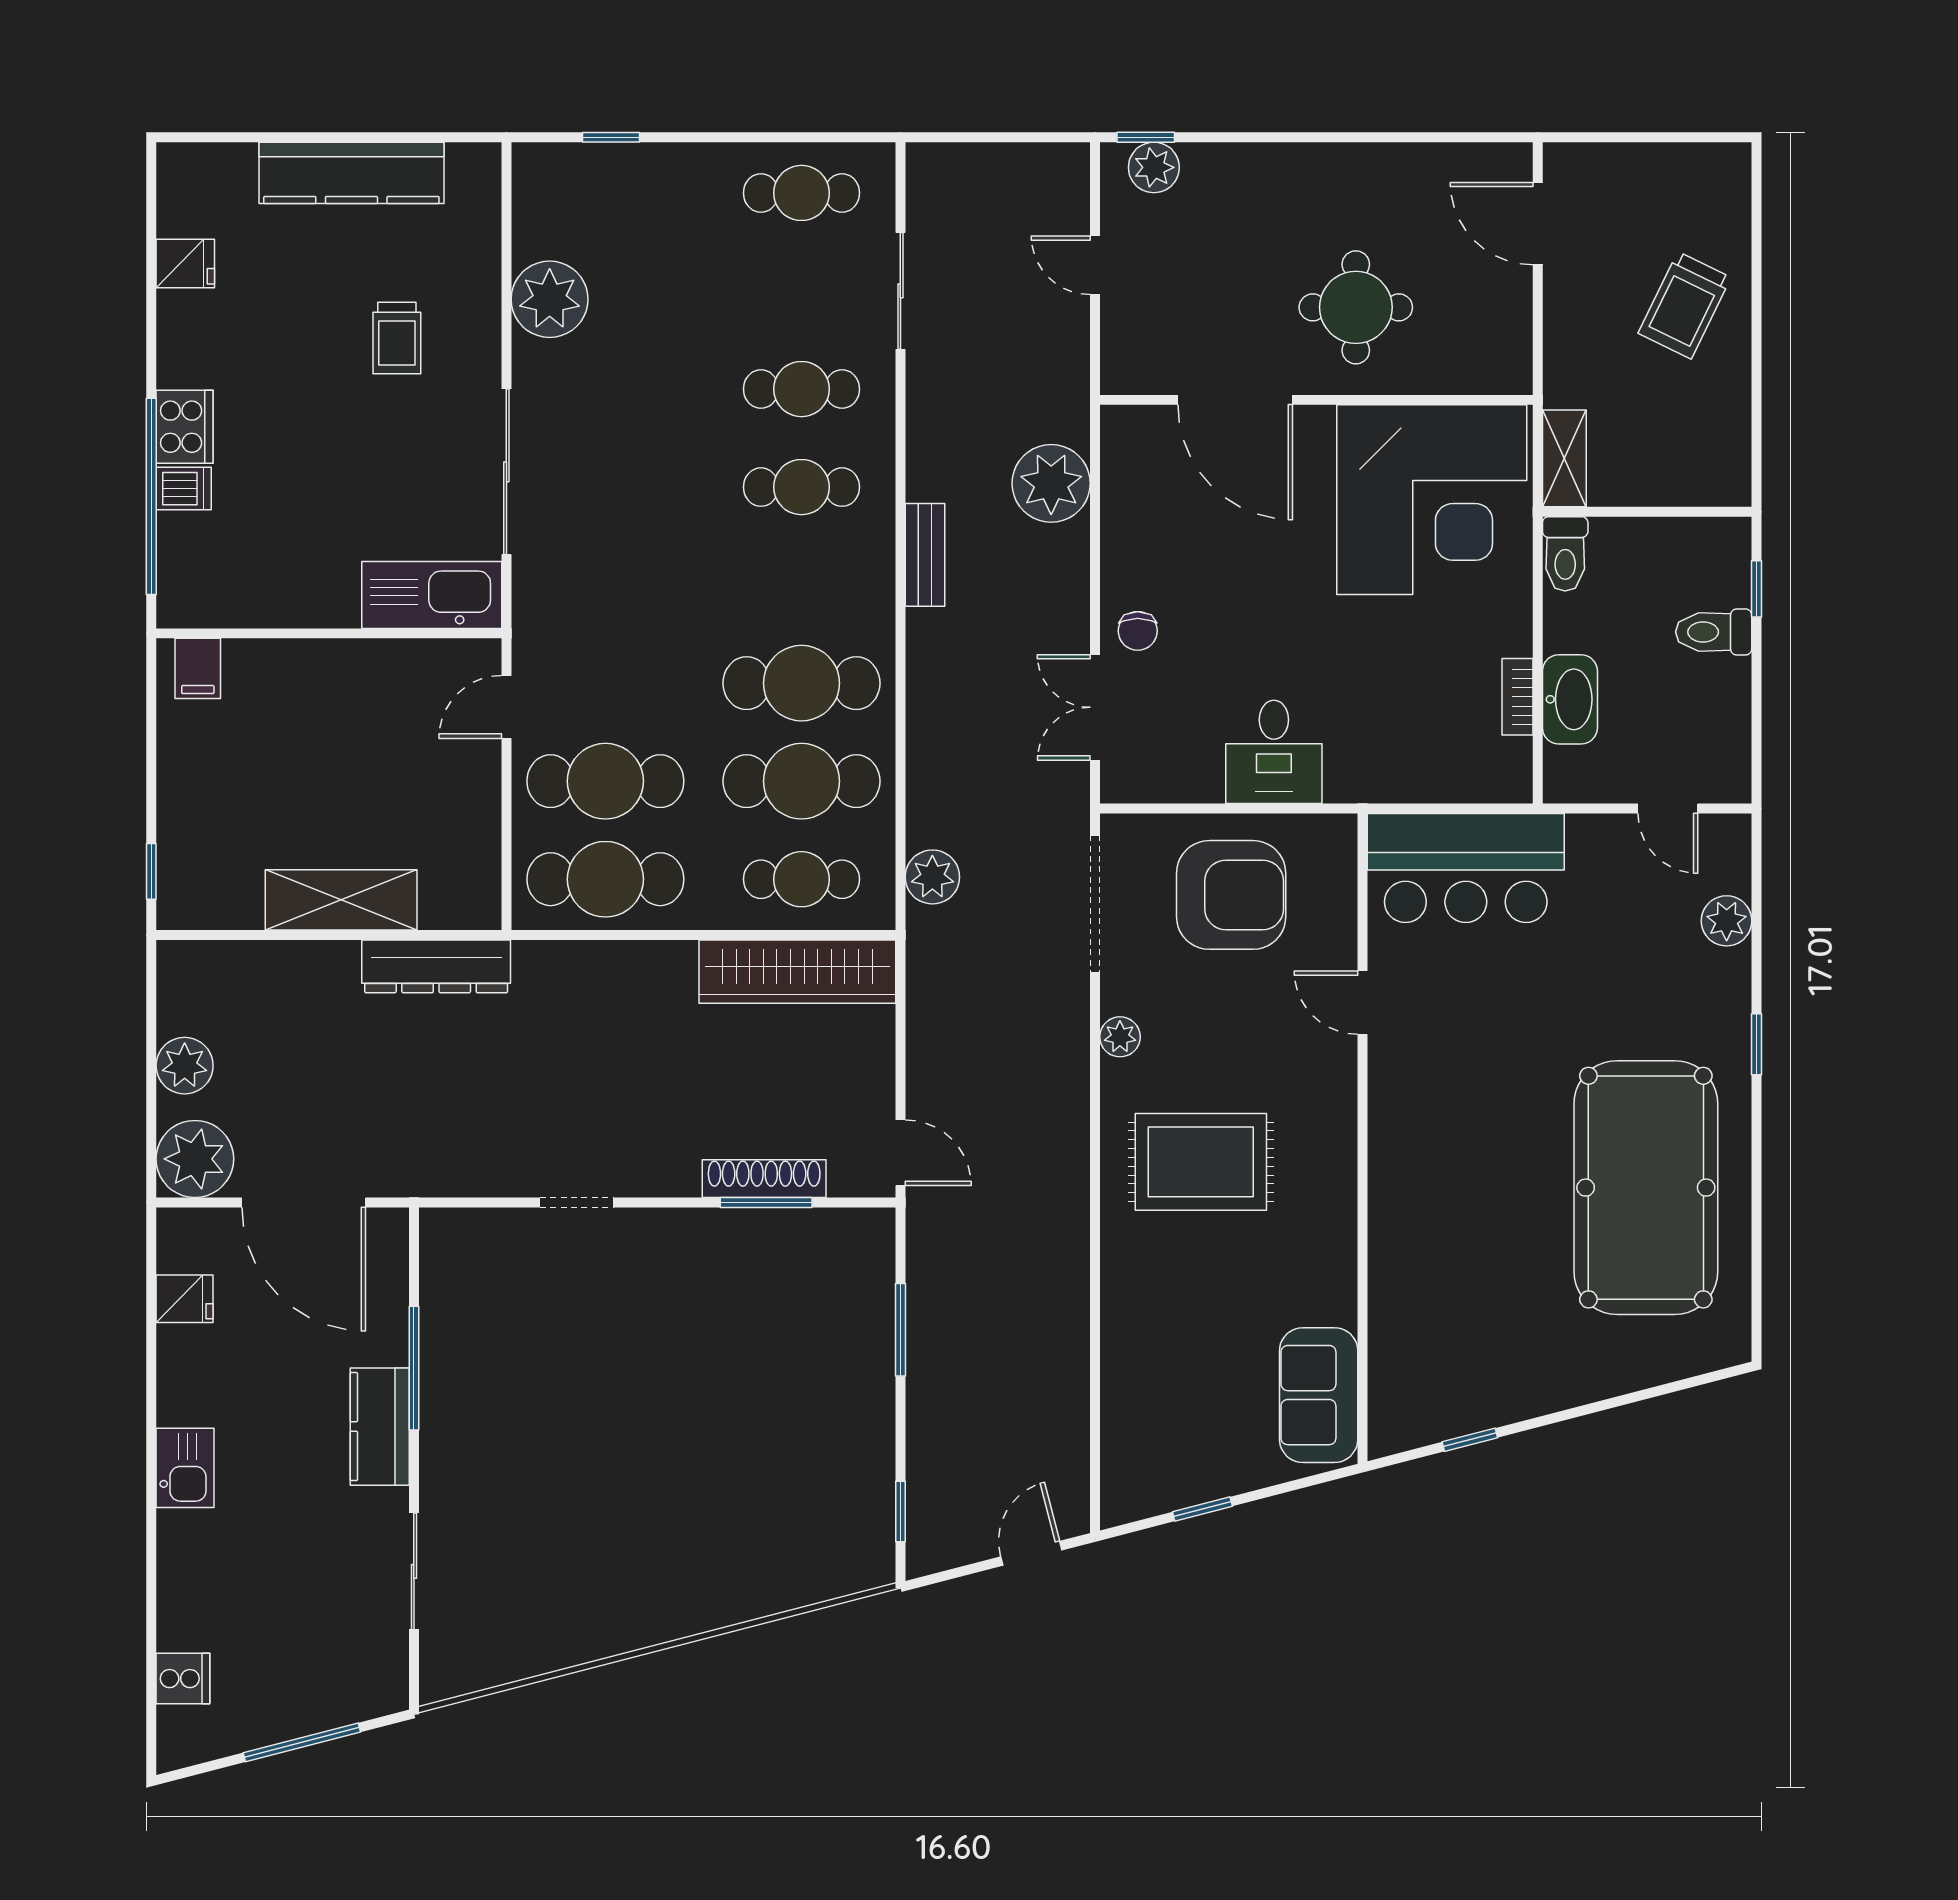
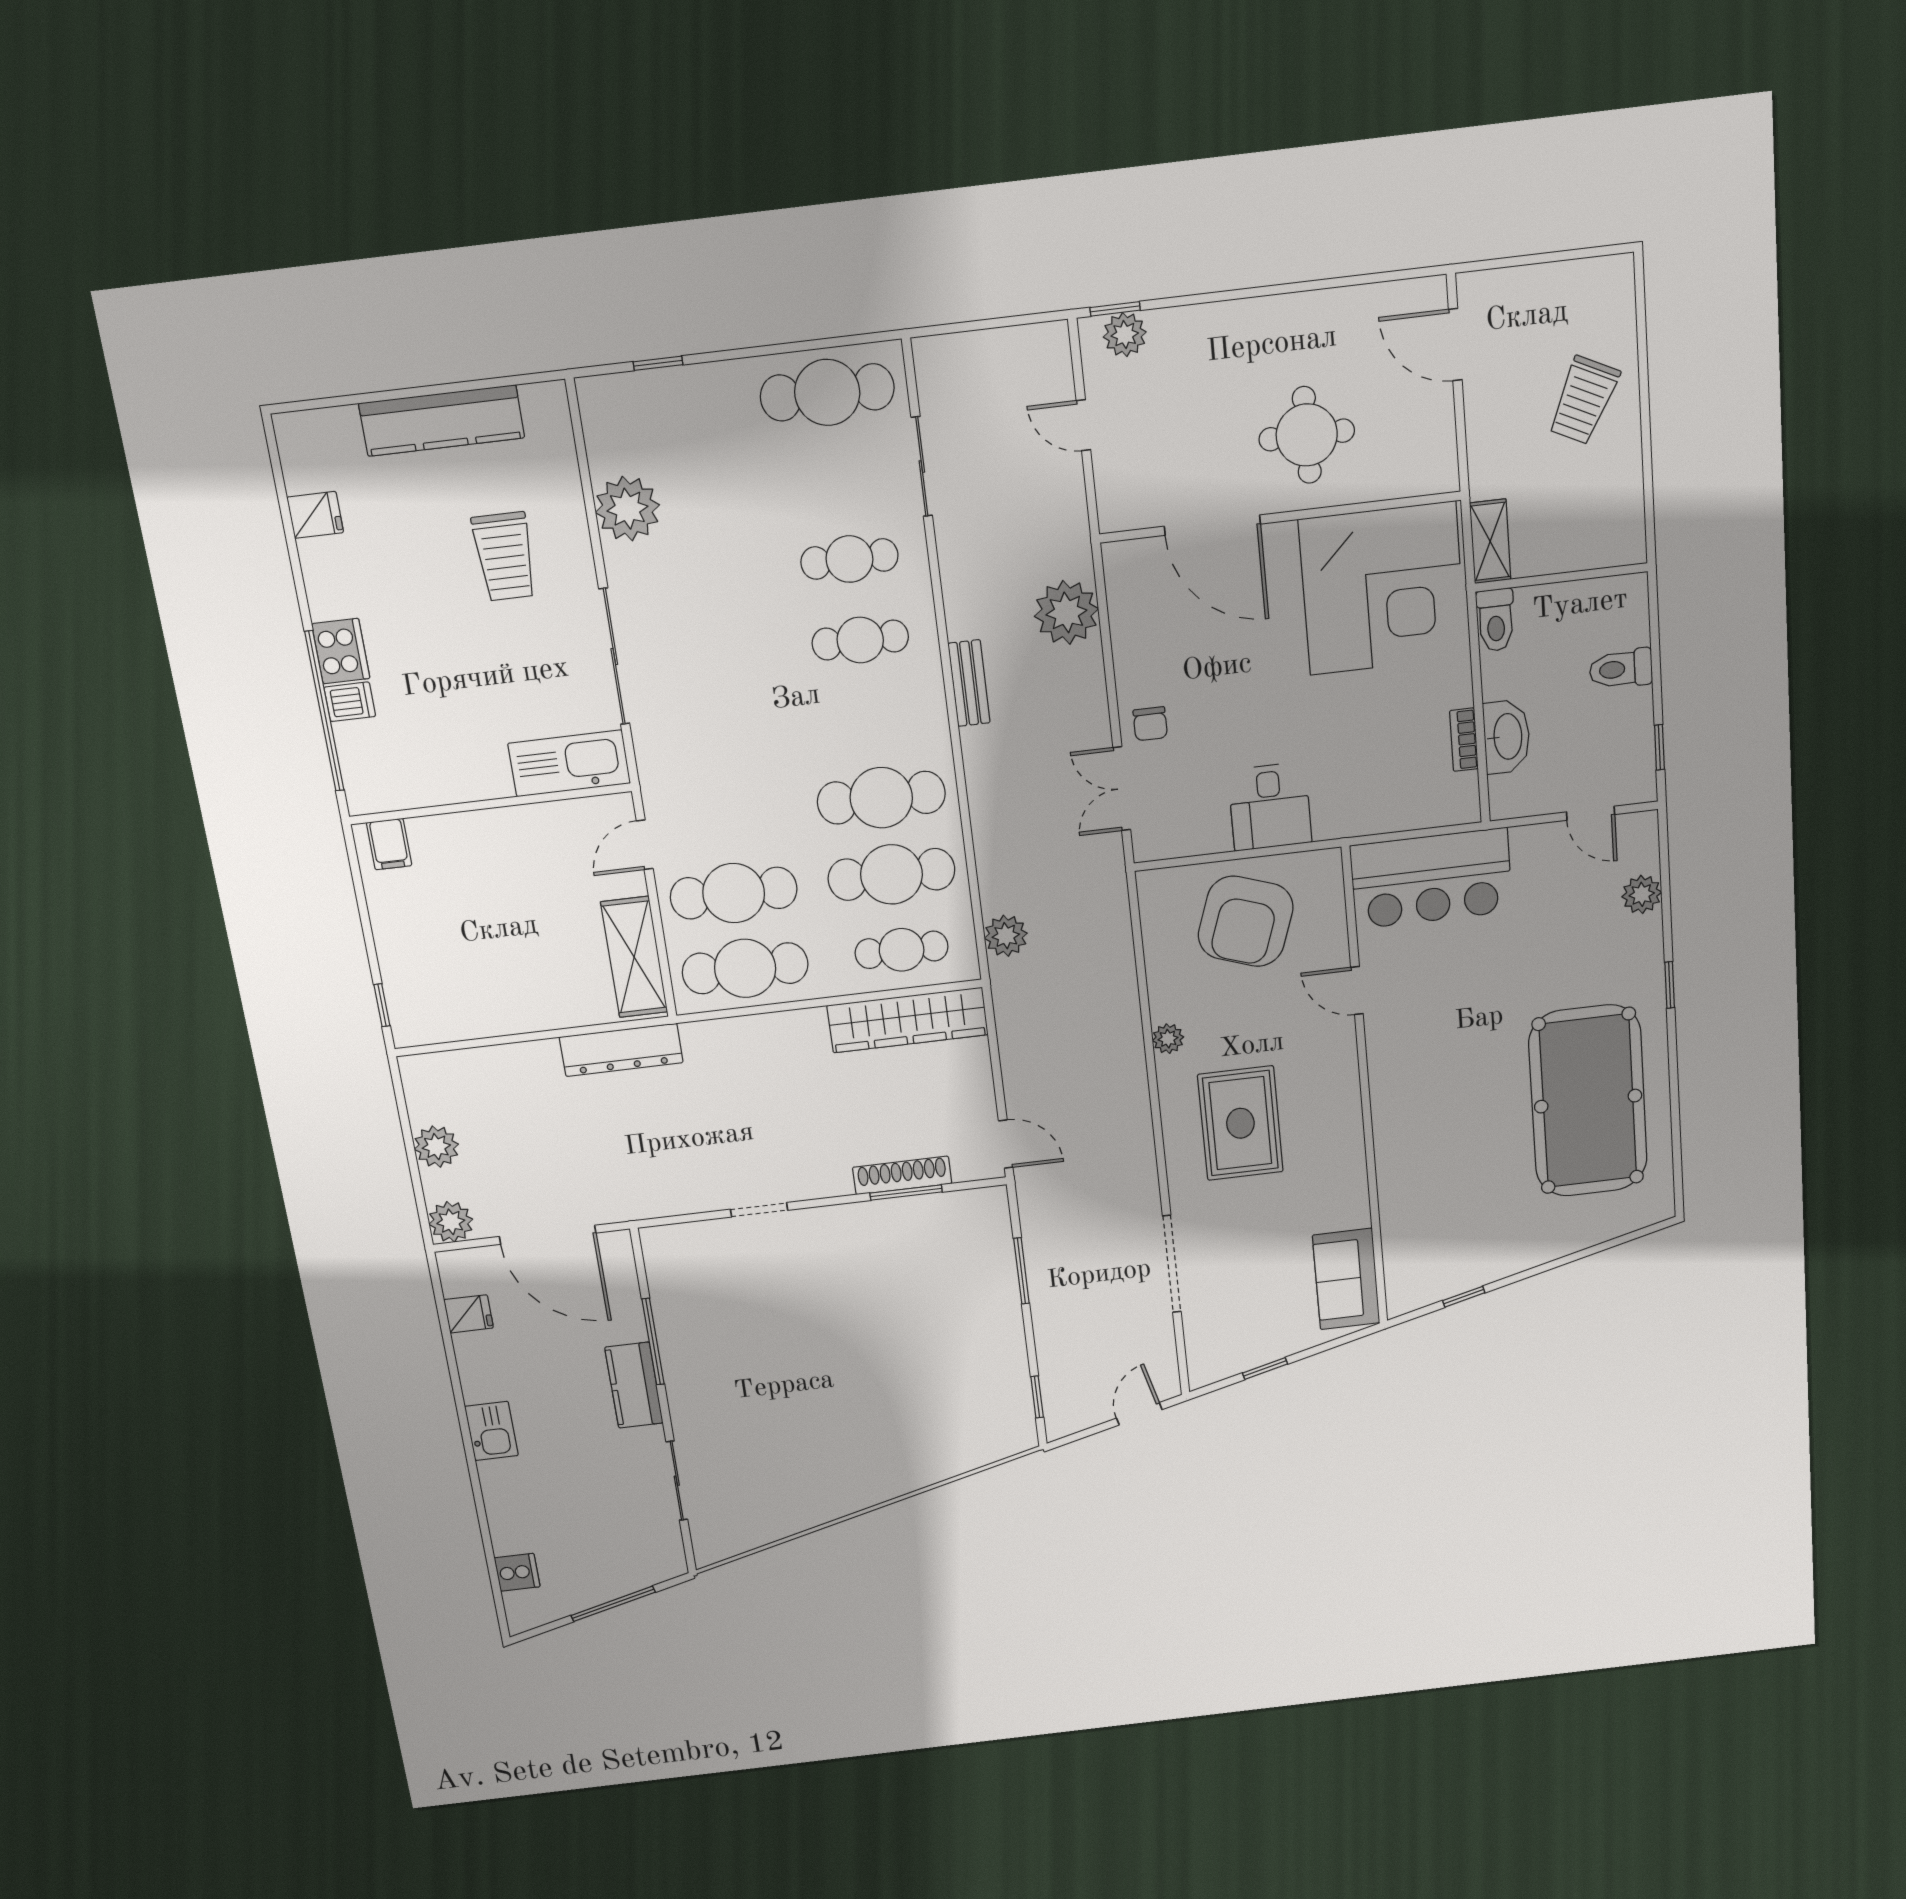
cafe table: (801, 193) -> (827, 392), width x1.37, depth x1.35
trolley: (397, 338) -> (505, 557), width x1.36, depth x1.39
window: (1757, 589) -> (1659, 747), moved
armchair: (1231, 895) -> (1246, 921), turned 109
shelving: (341, 900) -> (634, 957), moved, turned 90
doorway: (1095, 904) -> (1172, 1264), moved
plant: (195, 1159) -> (451, 1222), width x0.73, depth x0.73
rug: (1201, 1162) -> (1240, 1123), turned 90

